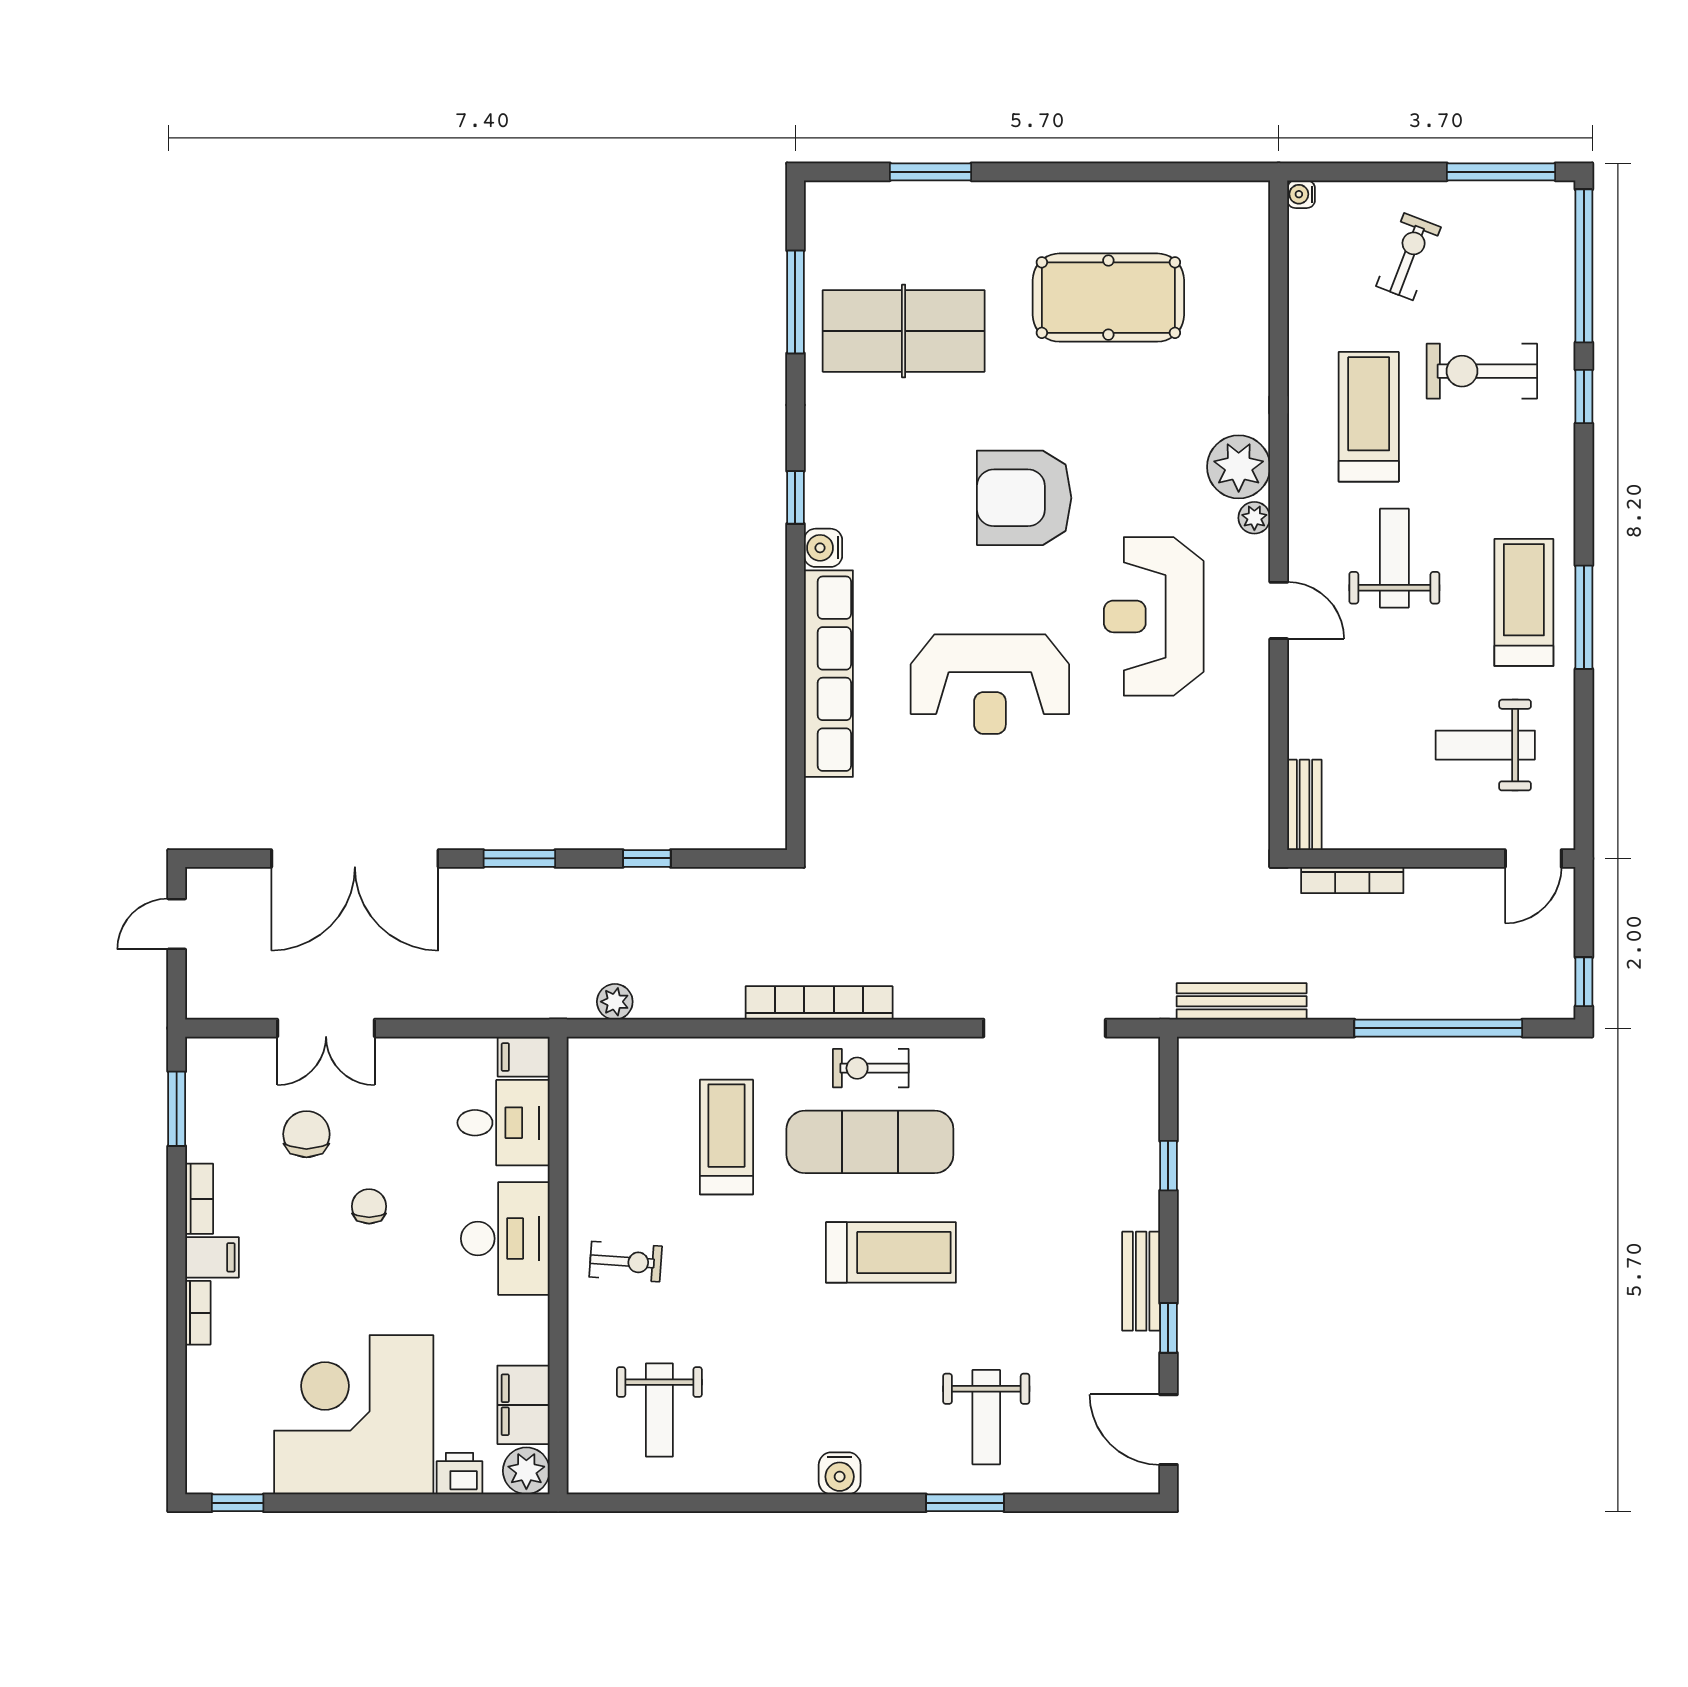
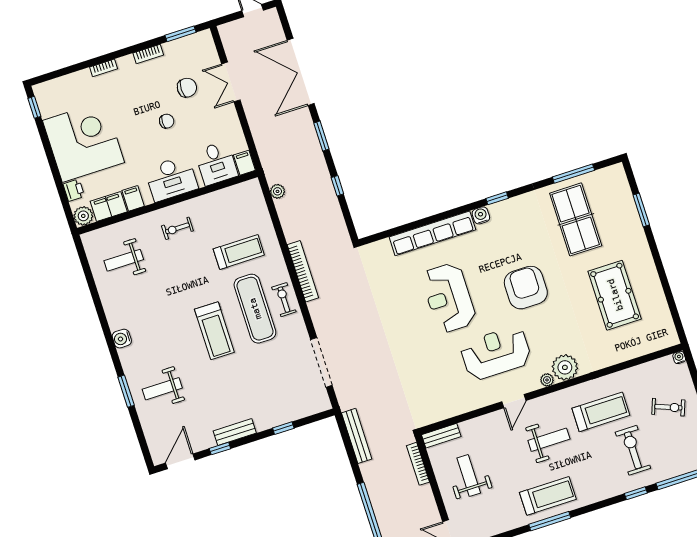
weight bench: (1485, 745) -> (469, 476), moved
filing cabinet: (212, 1257) -> (133, 198), moved, turned 180
exercise bike: (626, 1262) -> (177, 228), turned 86

